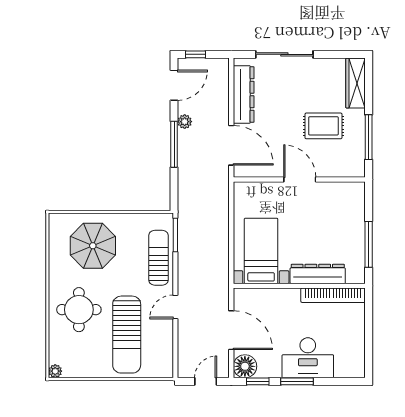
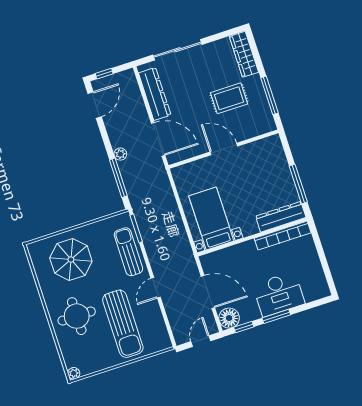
plant: (185, 122) -> (120, 154), moved
window: (174, 144) -> (118, 178), moved
dresser: (318, 274) -> (281, 217), moved

